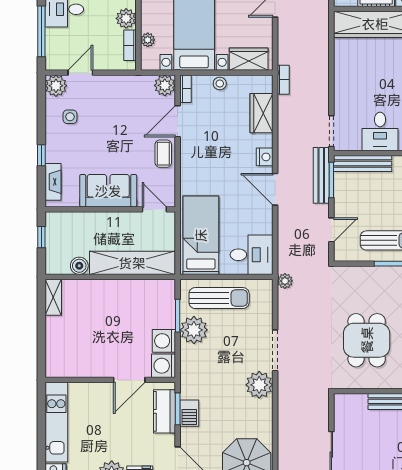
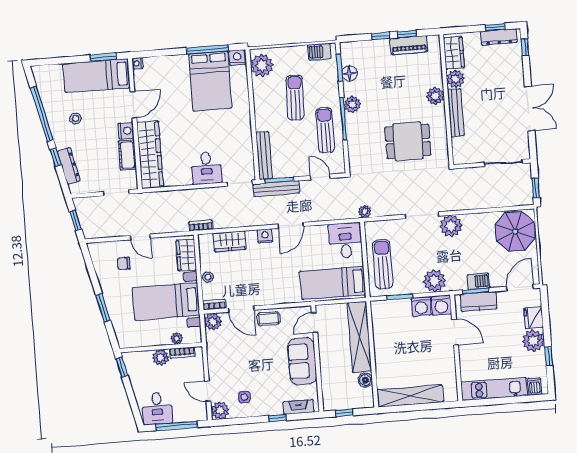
desk: (380, 131) -> (206, 168), moved, turned 90
shelving: (53, 297) -> (410, 396), width x2.20, depth x1.33
plant: (194, 330) -> (434, 281), moved

